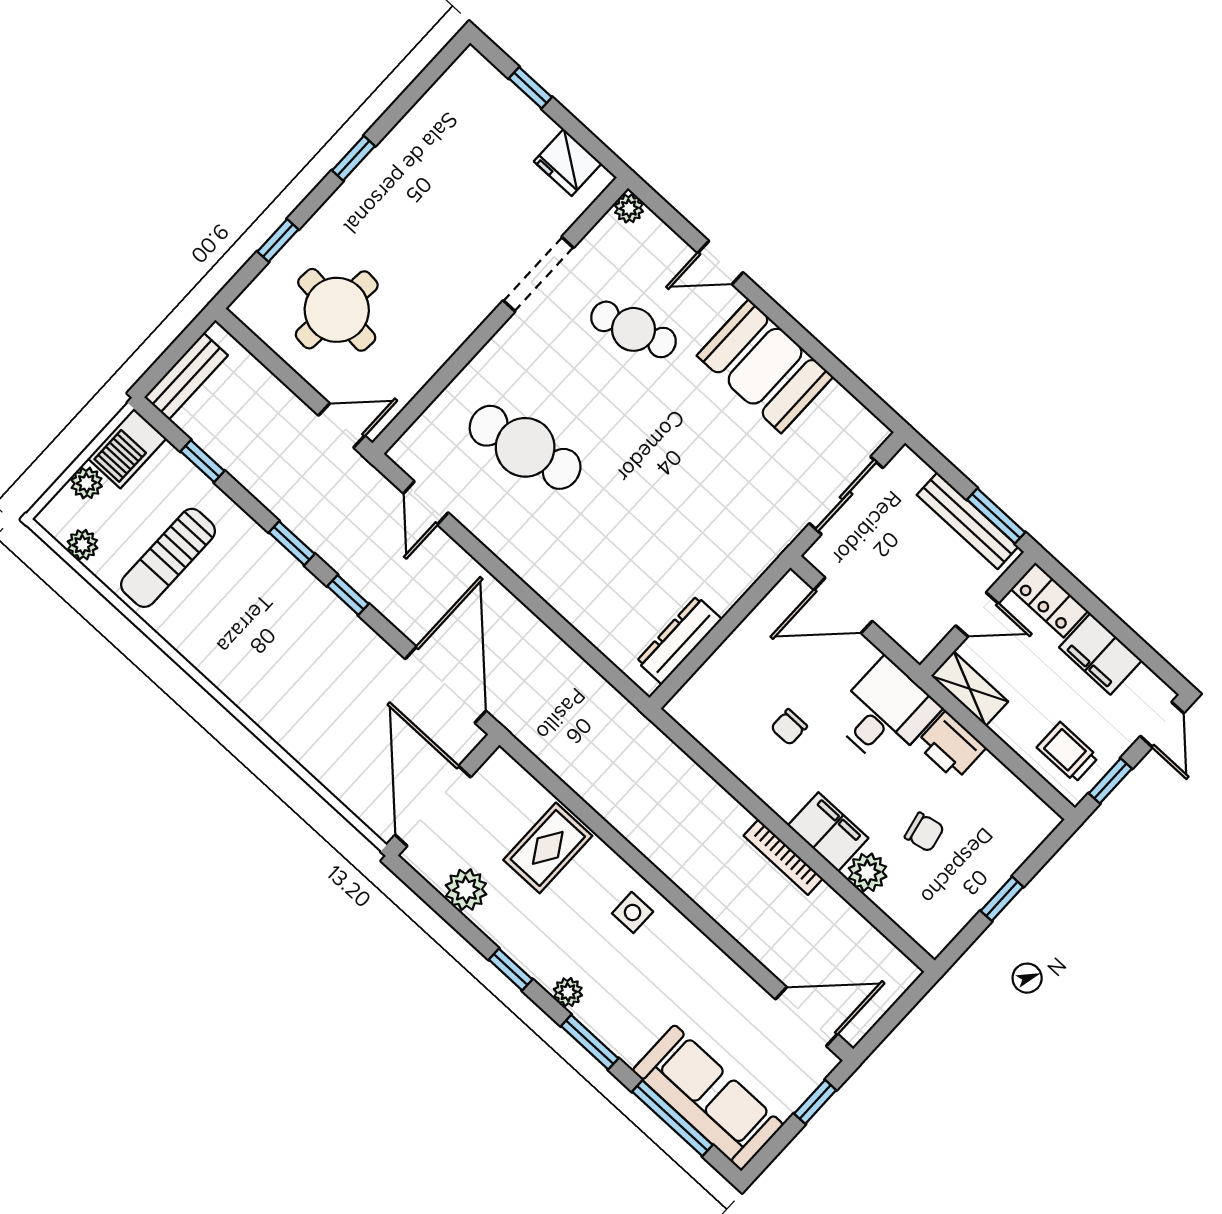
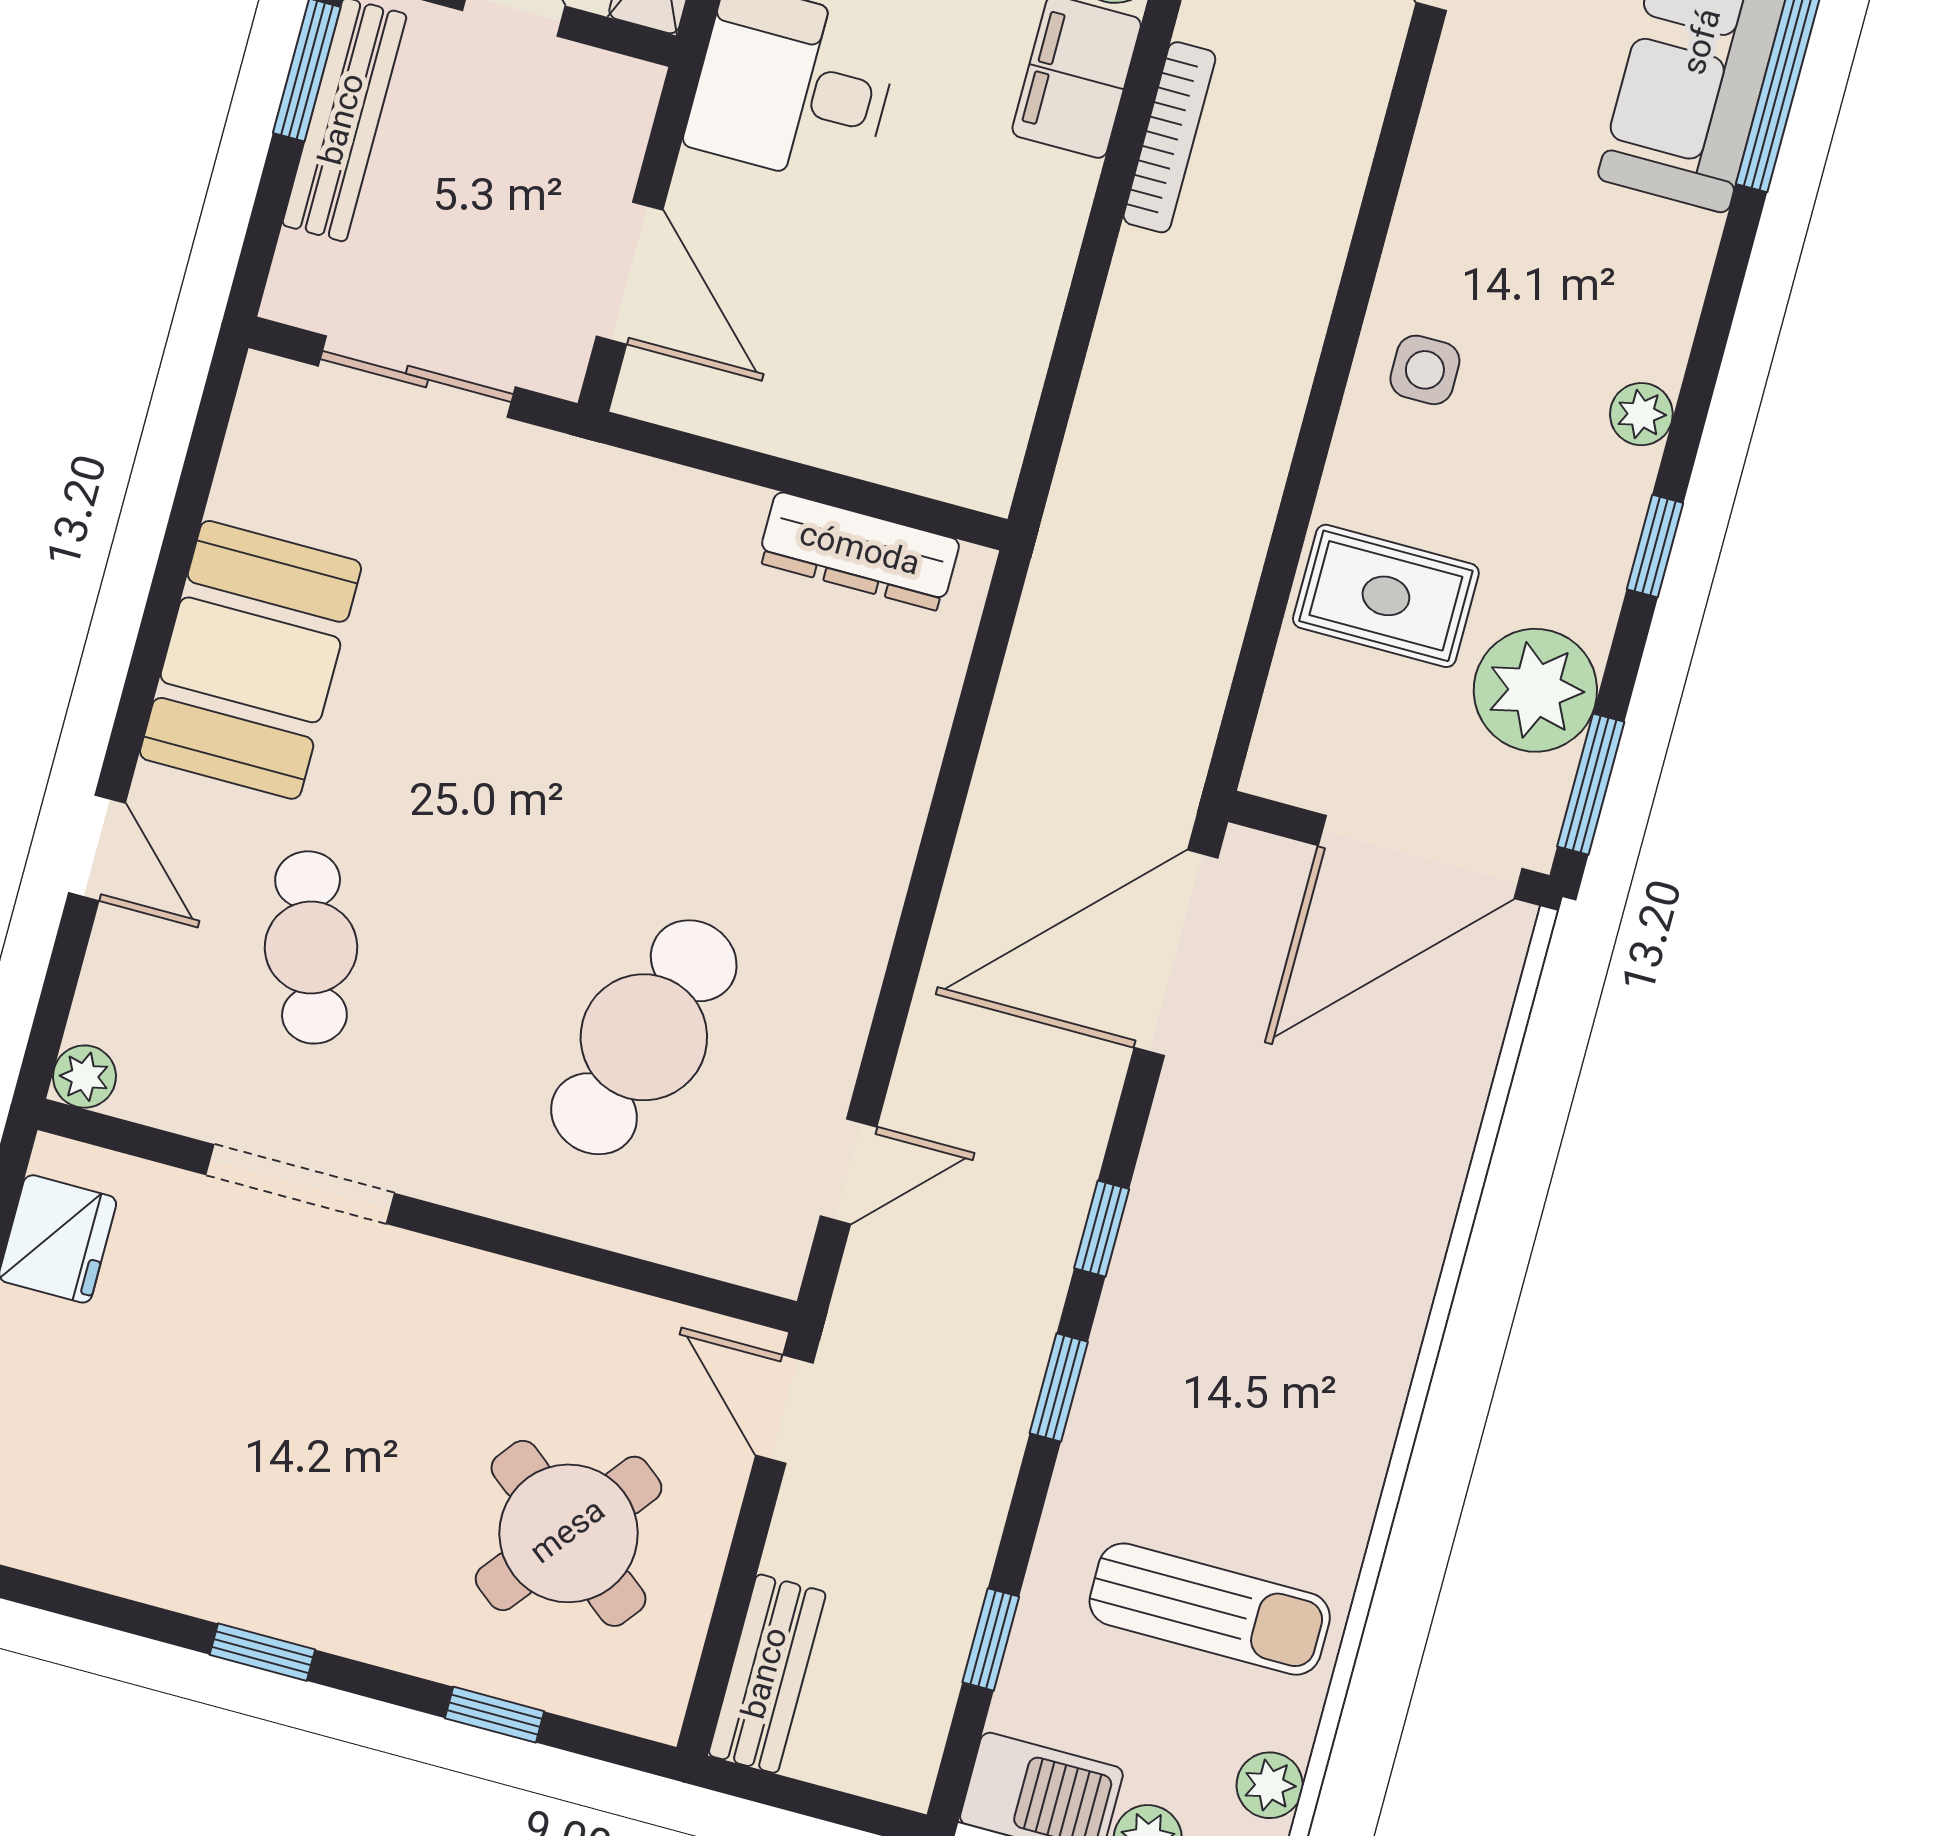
round table: (337, 310) -> (569, 1533), turned 33
bench: (186, 376) -> (767, 1674), moved, turned 90
cafe table: (525, 447) -> (644, 1037), turned 30
chair: (789, 727) -> (916, 255), removed
plant: (466, 890) -> (1535, 690), width x1.36, depth x1.36
window: (590, 1042) -> (1591, 784), moved

